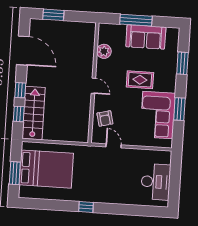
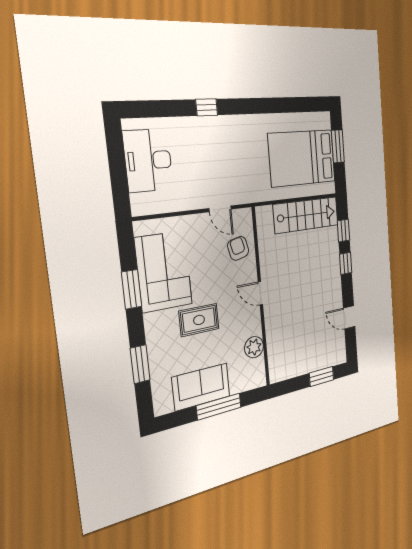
door: (23, 51) -> (349, 317), width x0.53
stairs: (34, 113) -> (306, 215), moved, turned -90
window: (86, 207) -> (207, 107), moved

